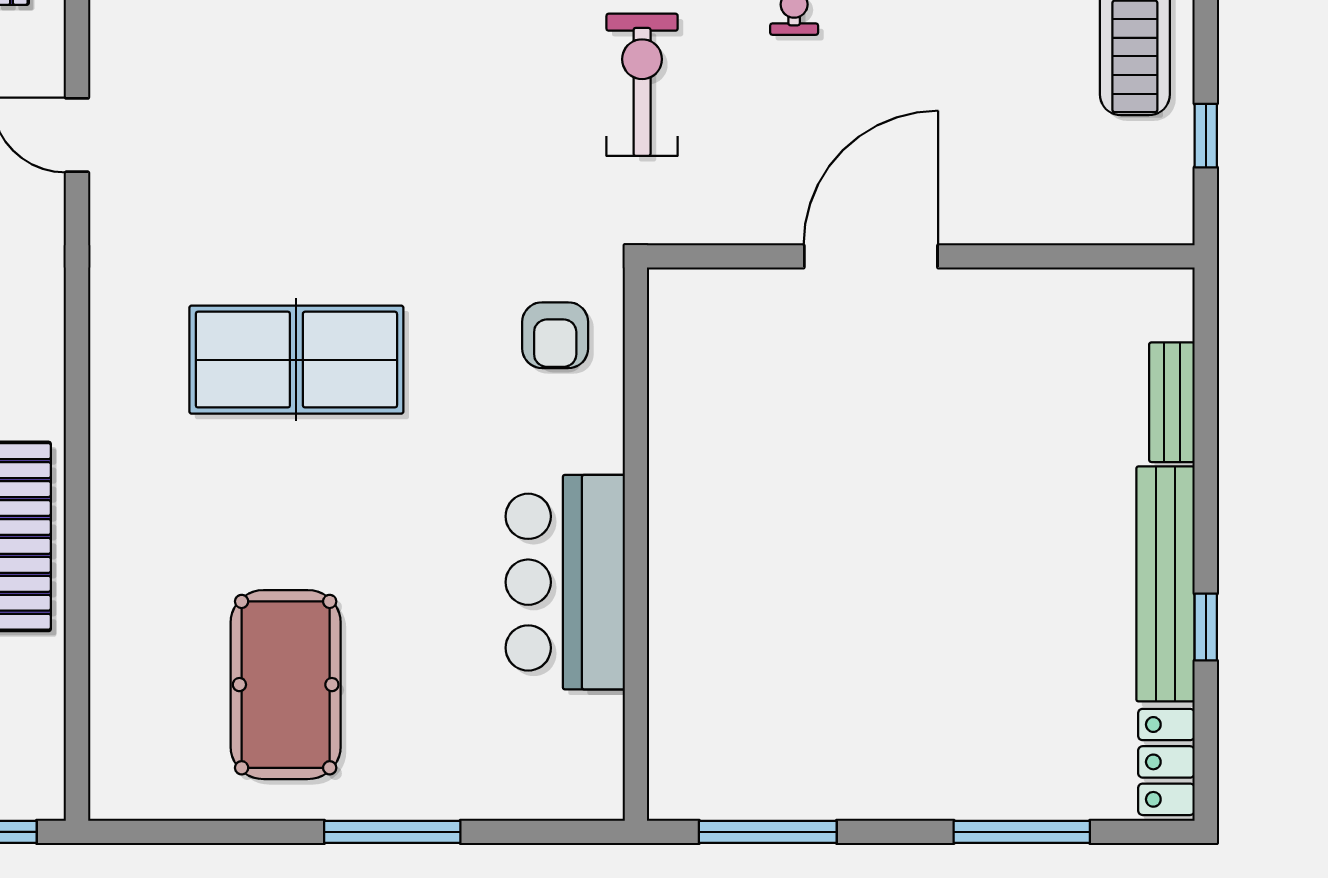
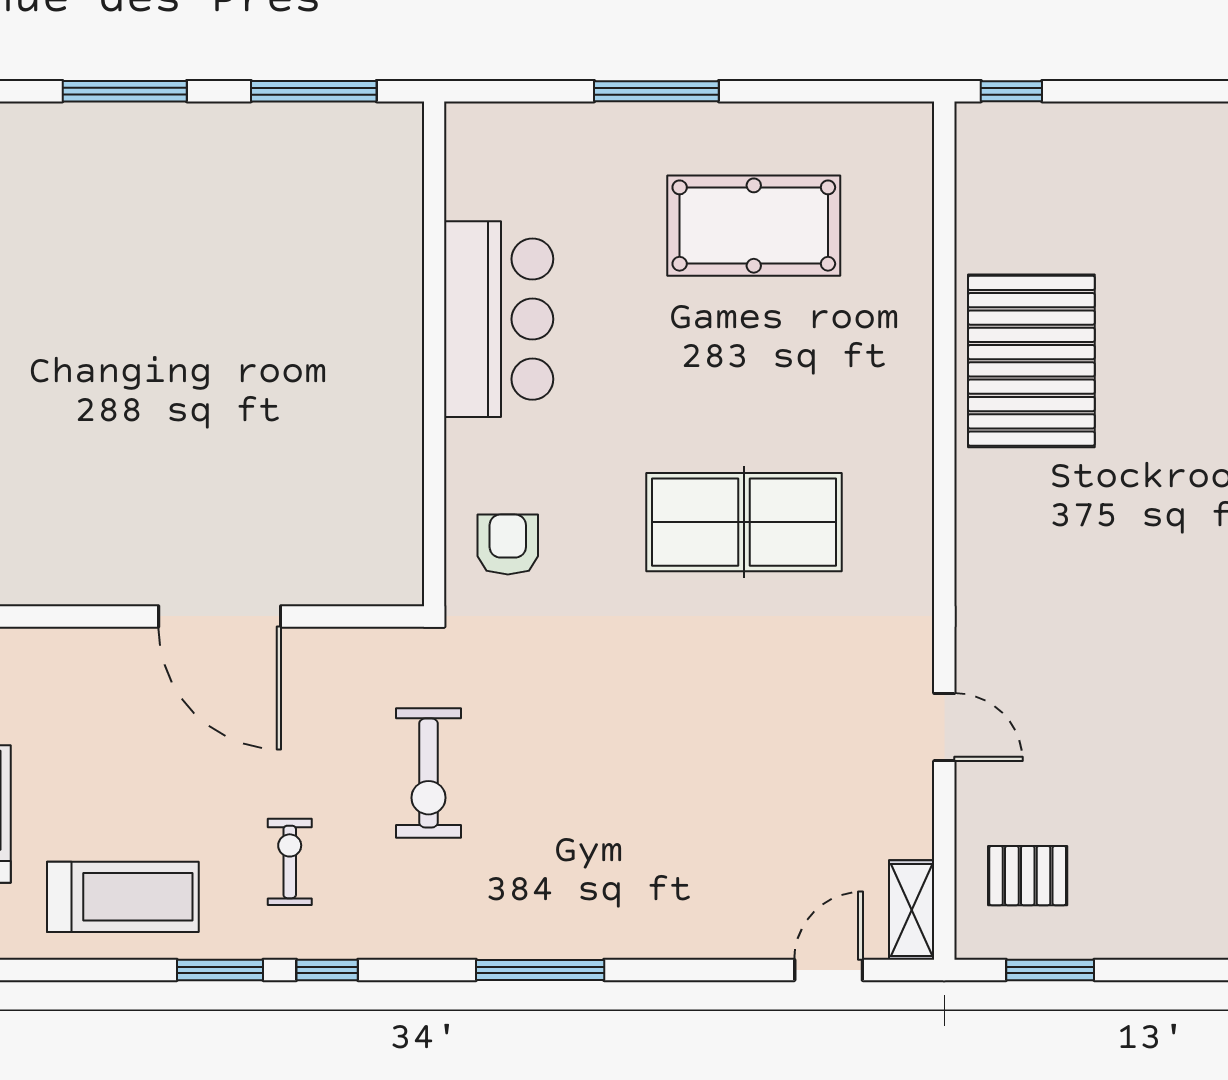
door: (871, 256) -> (220, 616), hinge flipped
pool table: (286, 685) -> (754, 226), turned 90
window: (1022, 832) -> (125, 91), moved

